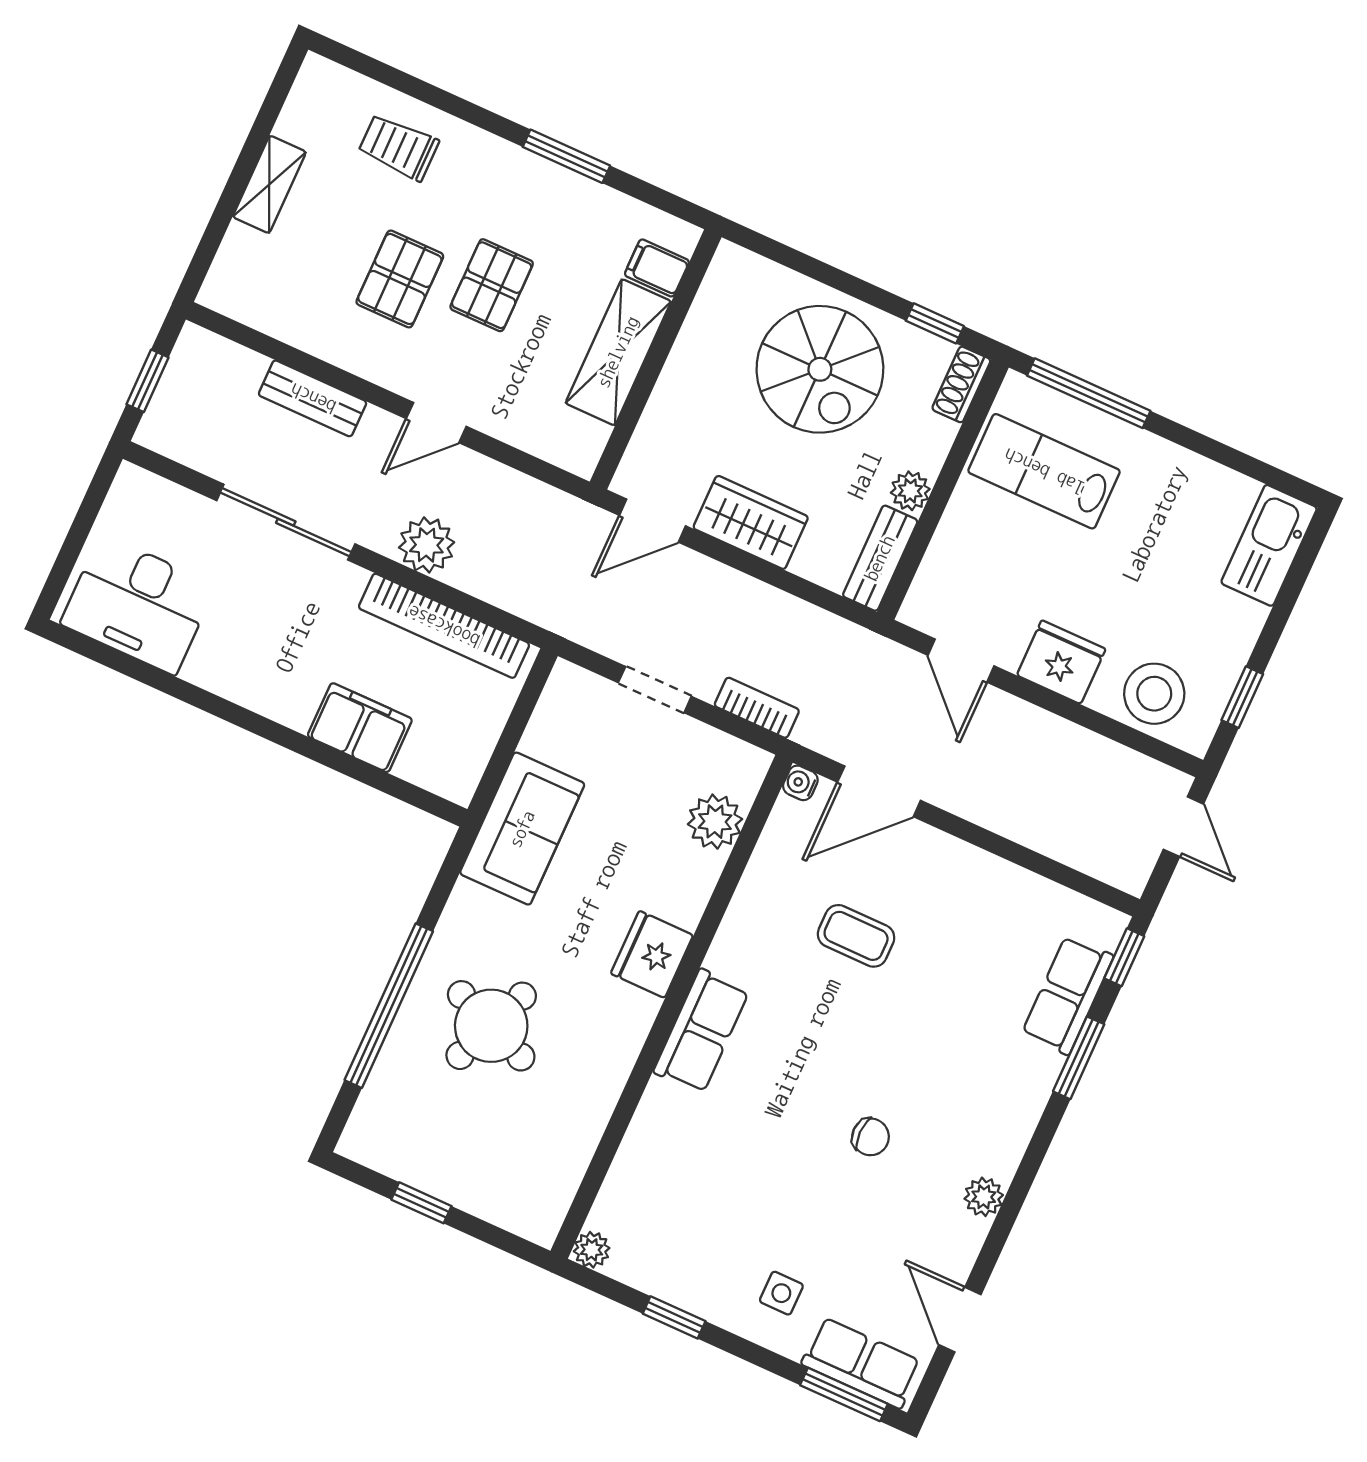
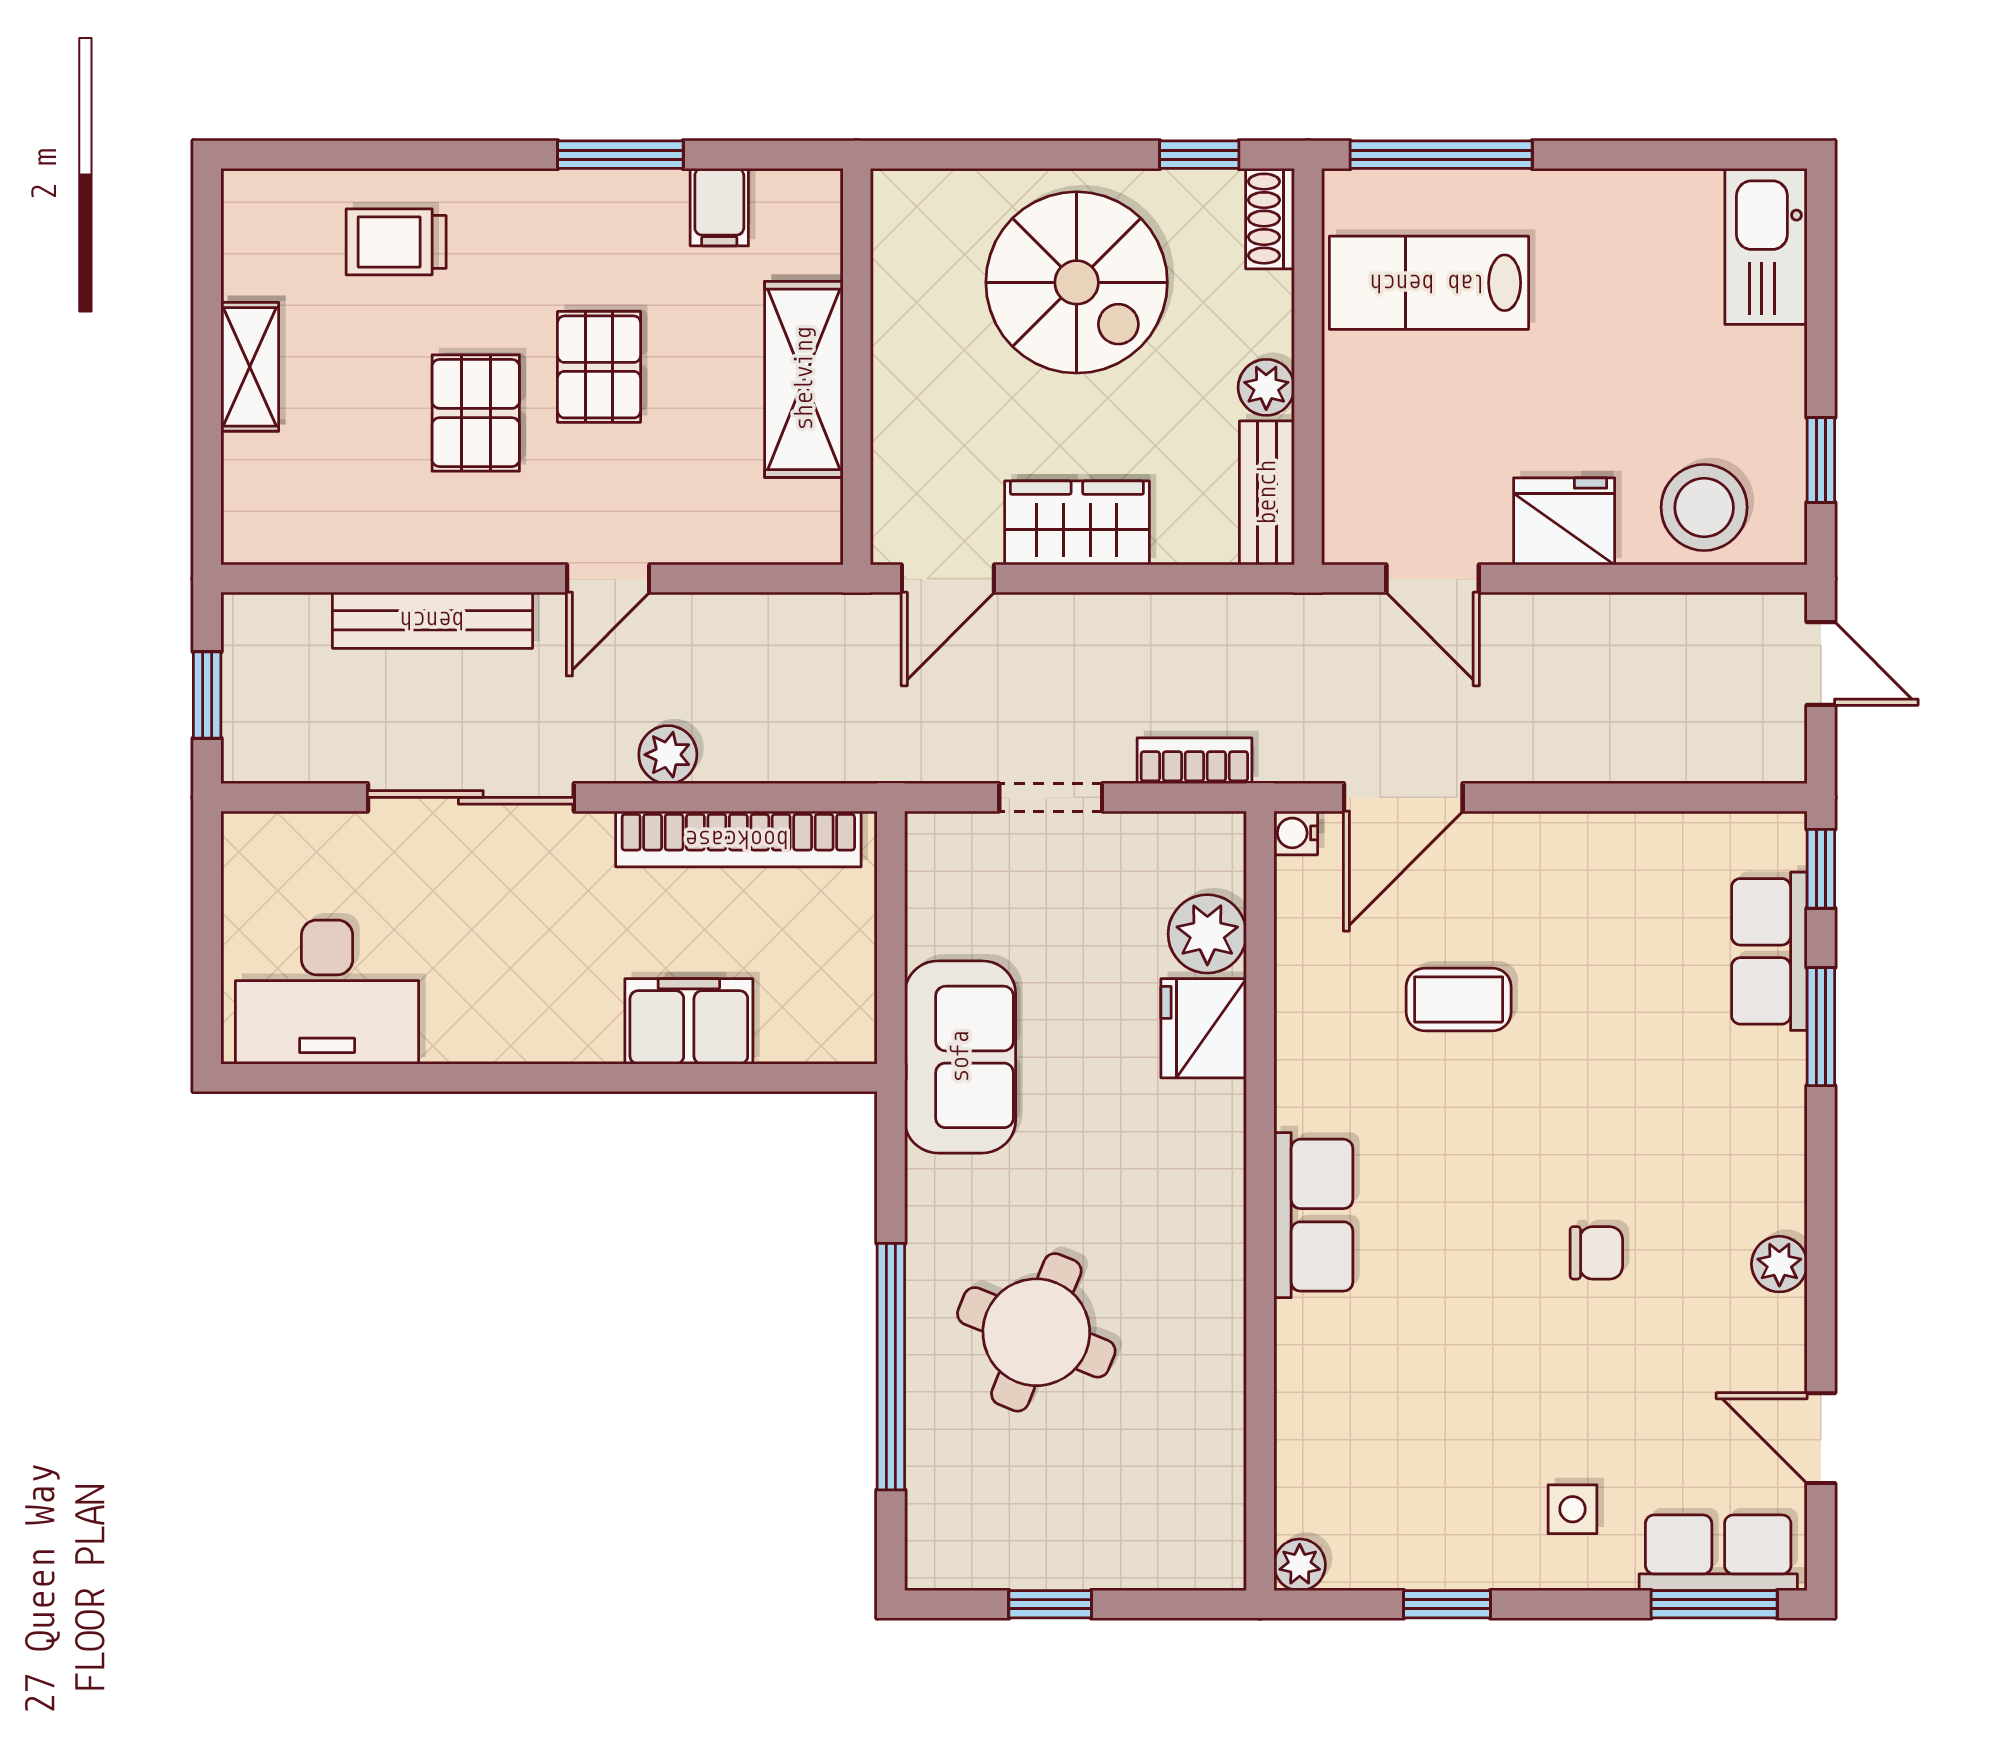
filing cabinet: (657, 268) -> (719, 207), moved, turned -90
bench: (313, 398) -> (433, 620), width x1.36
plant: (427, 545) -> (668, 755), width x0.73, depth x0.73
fridge: (652, 954) -> (1204, 1028), moved

